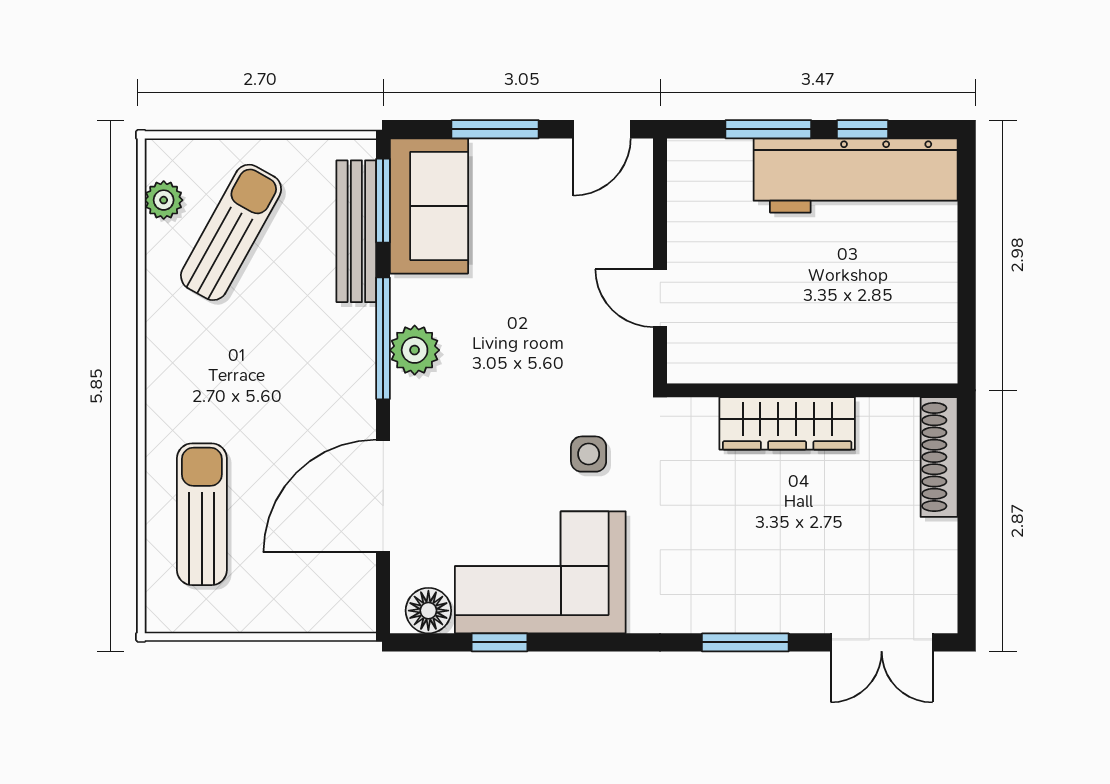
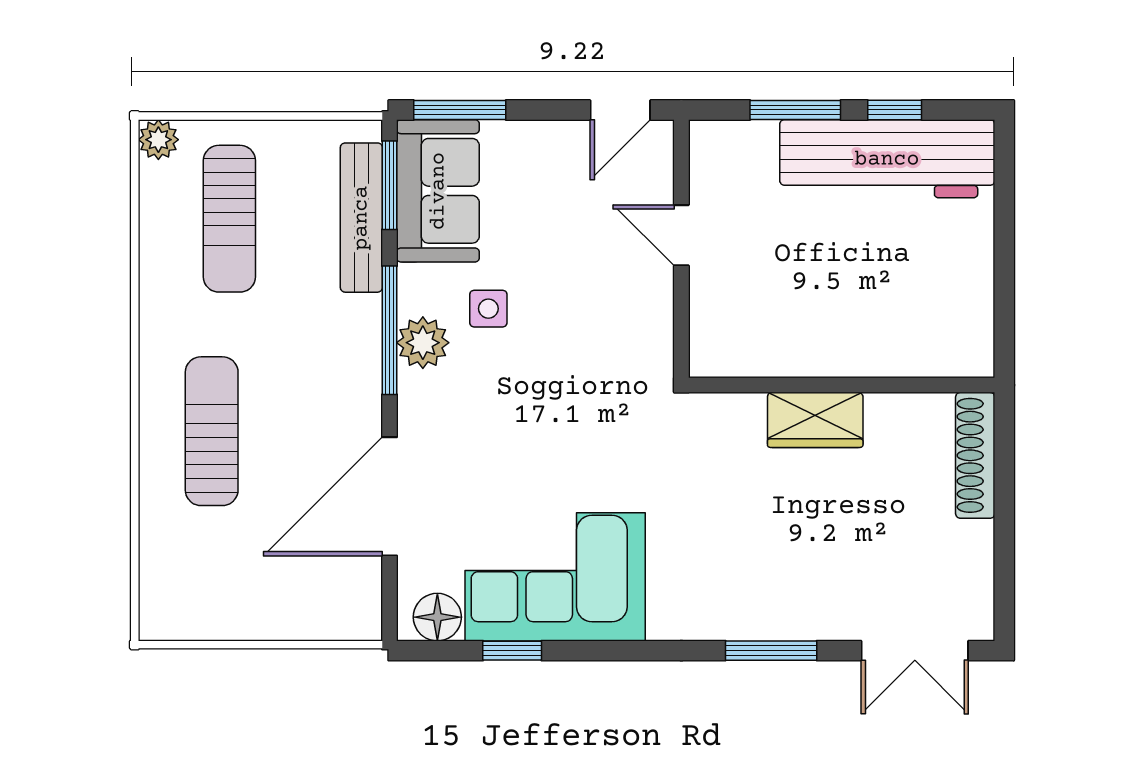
window: (495, 129) -> (460, 110), moved
plant: (164, 200) -> (158, 140), moved
sun lounger: (231, 232) -> (229, 219), turned 151
door: (660, 298) -> (681, 235), moved
wardrobe: (787, 423) -> (815, 420), width x0.67
side table: (589, 454) -> (488, 309), moved
sun lounger: (202, 514) -> (212, 431), moved

